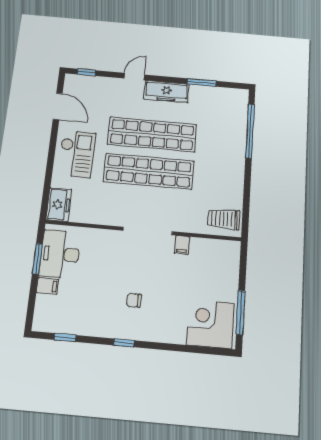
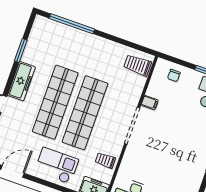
trolley: (97, 209) -> (105, 160), added
trolley: (224, 219) -> (138, 65), turned 90
chair: (134, 300) -> (174, 75), moved

